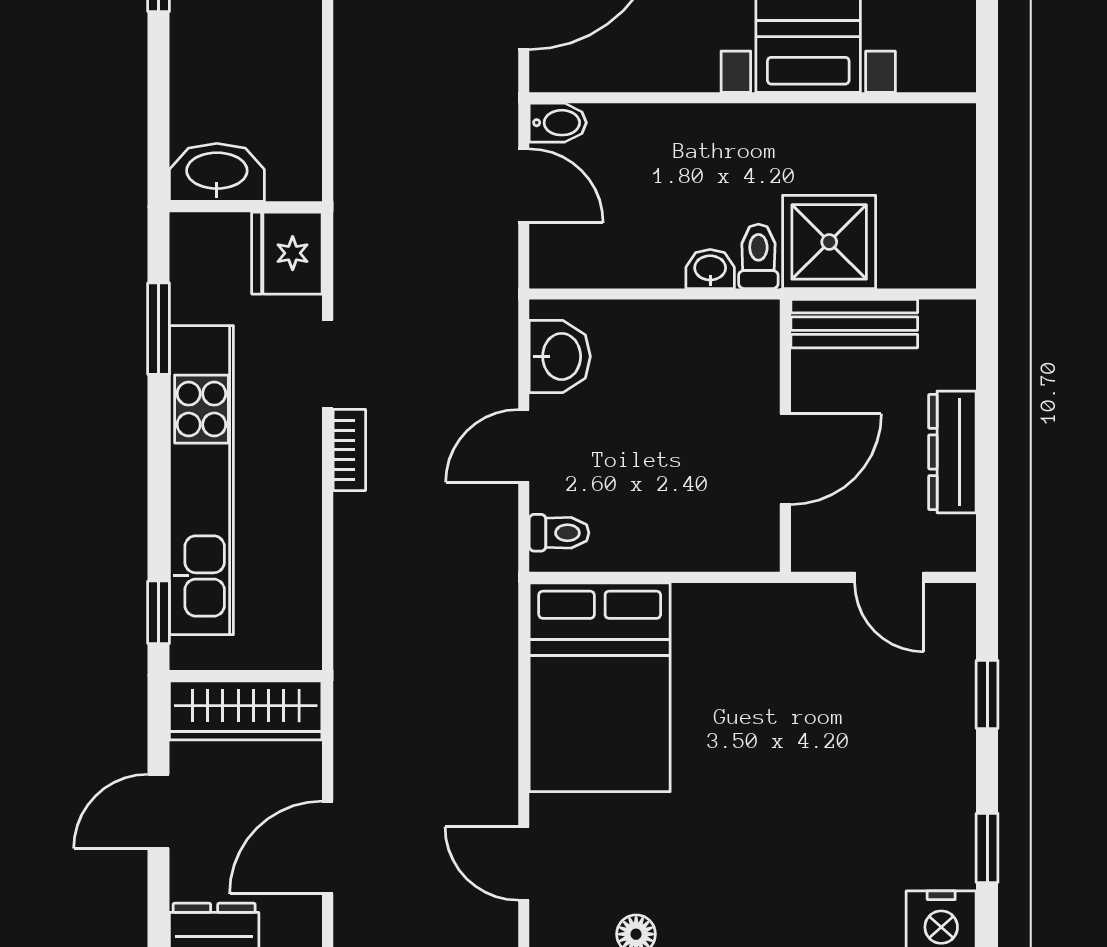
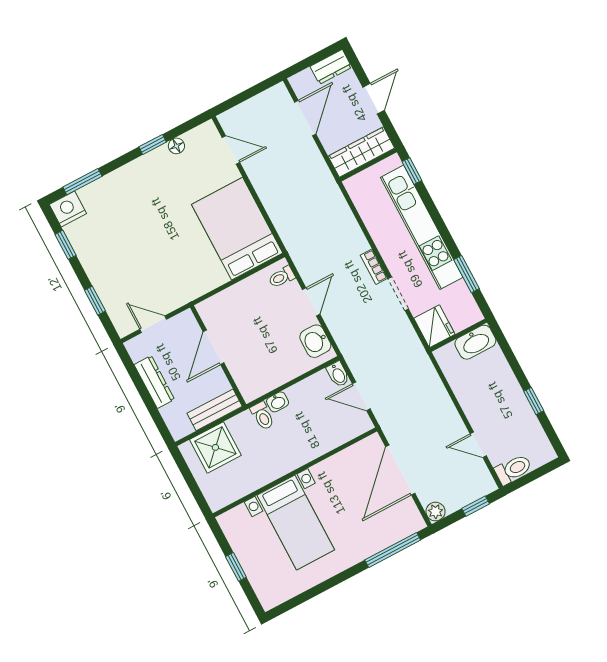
bidet: (558, 123) -> (338, 374), moved, turned -90
shower: (829, 242) -> (215, 447), moved

